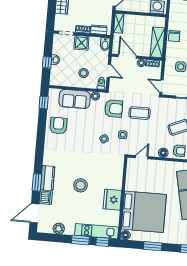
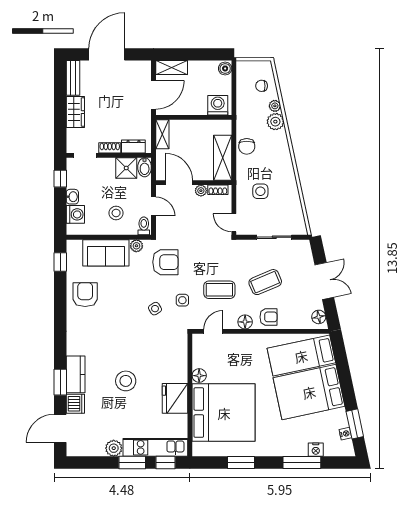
shower: (81, 43) -> (126, 168), moved
window: (47, 62) -> (60, 179), moved
washing machine: (56, 72) -> (75, 214), added
coffee table: (139, 113) -> (219, 290), moved
plant: (59, 229) -> (114, 448), moved
floor lamp: (126, 235) -> (199, 376), moved

